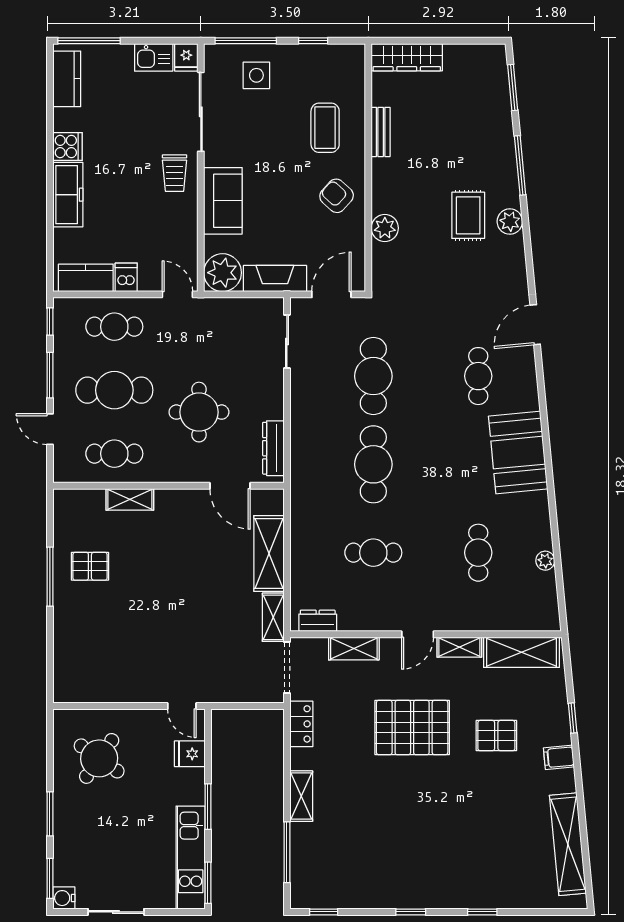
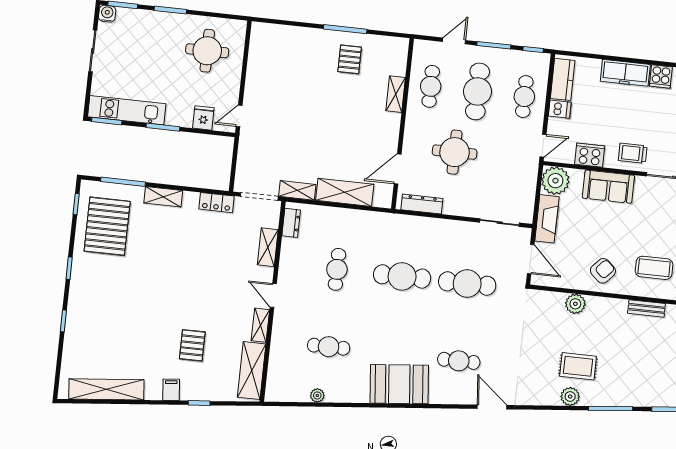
cooker: (183, 230) -> (590, 155), added
pallet: (412, 728) -> (107, 226), moved
round table: (99, 758) -> (207, 51), turned -35

